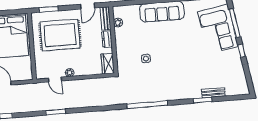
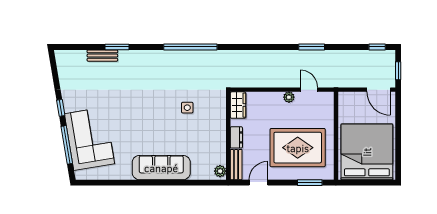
plant: (118, 23) -> (220, 171), moved

